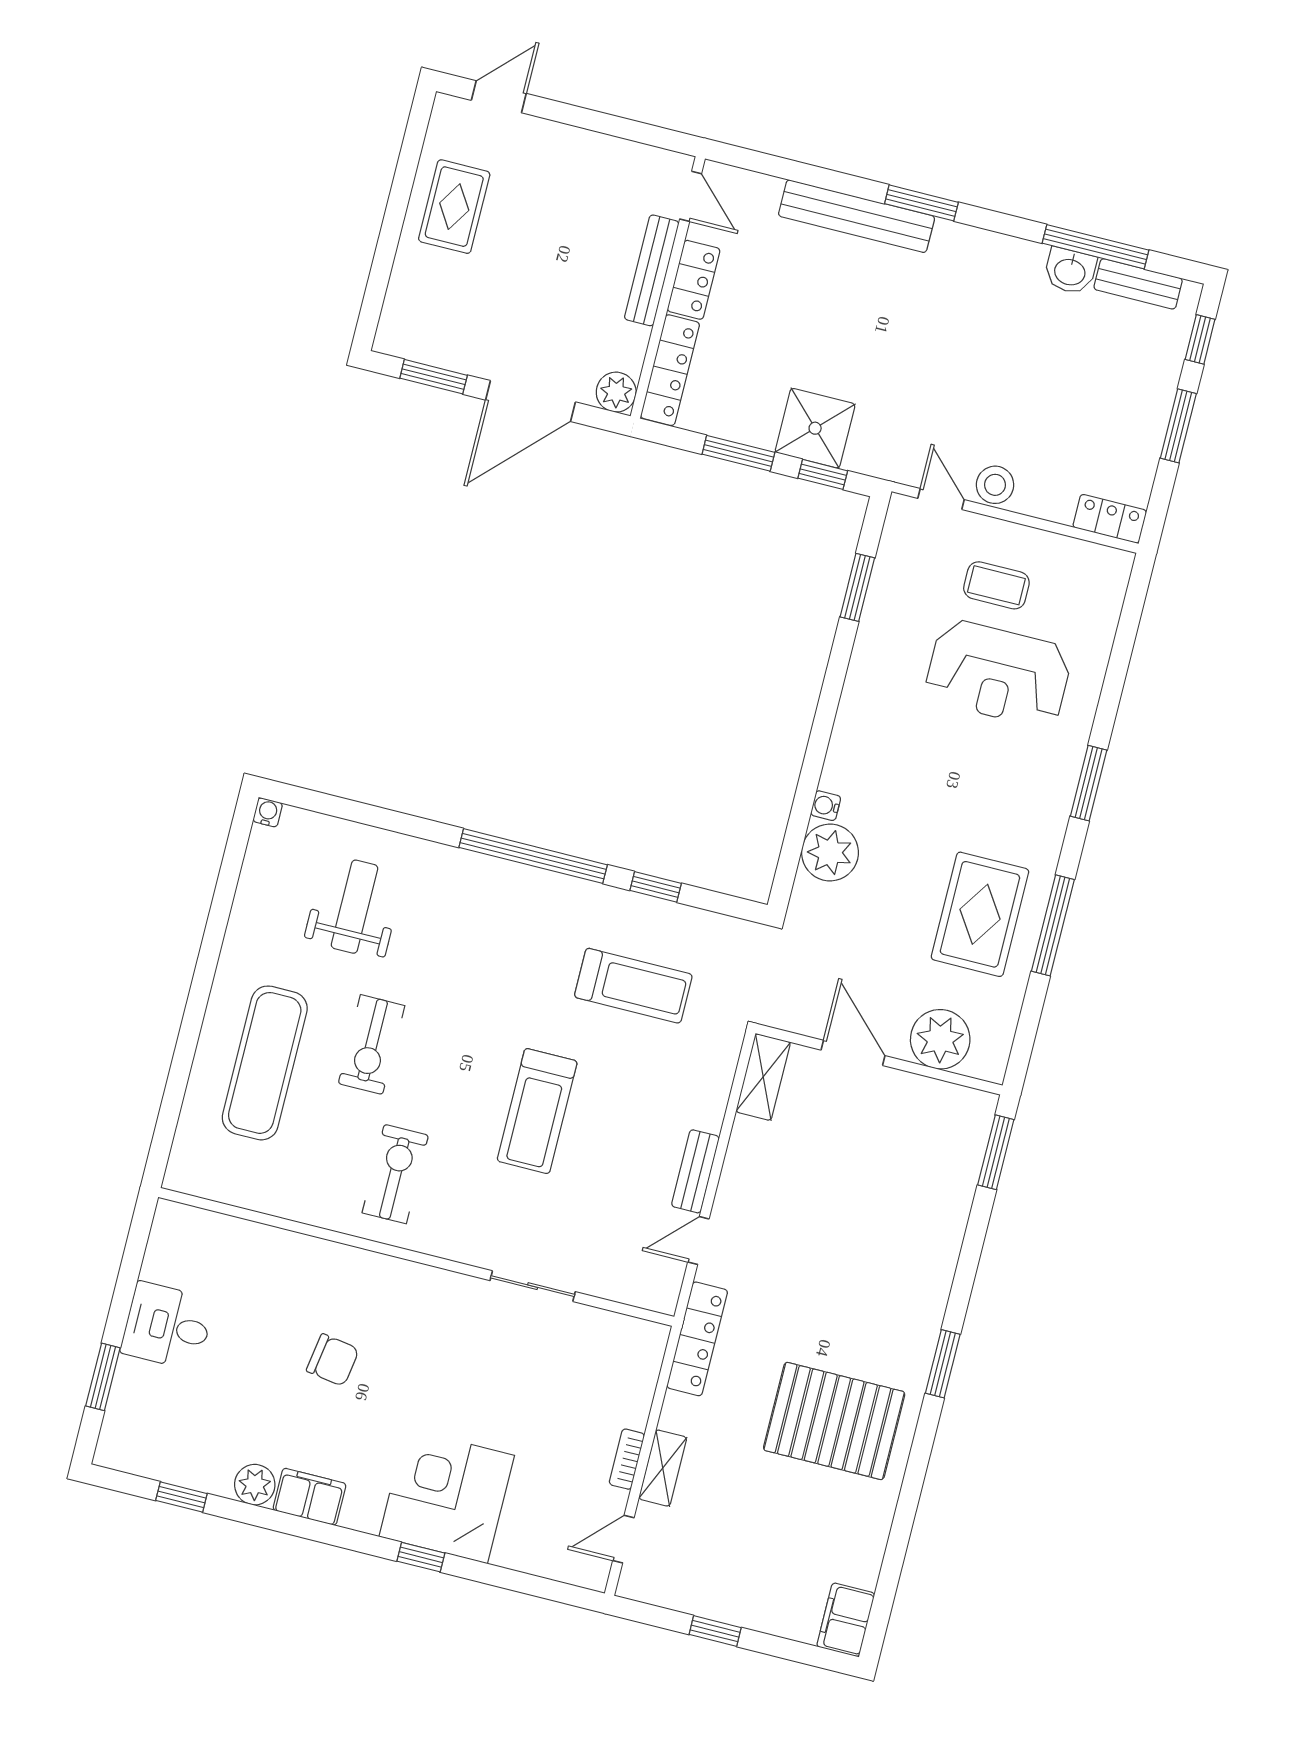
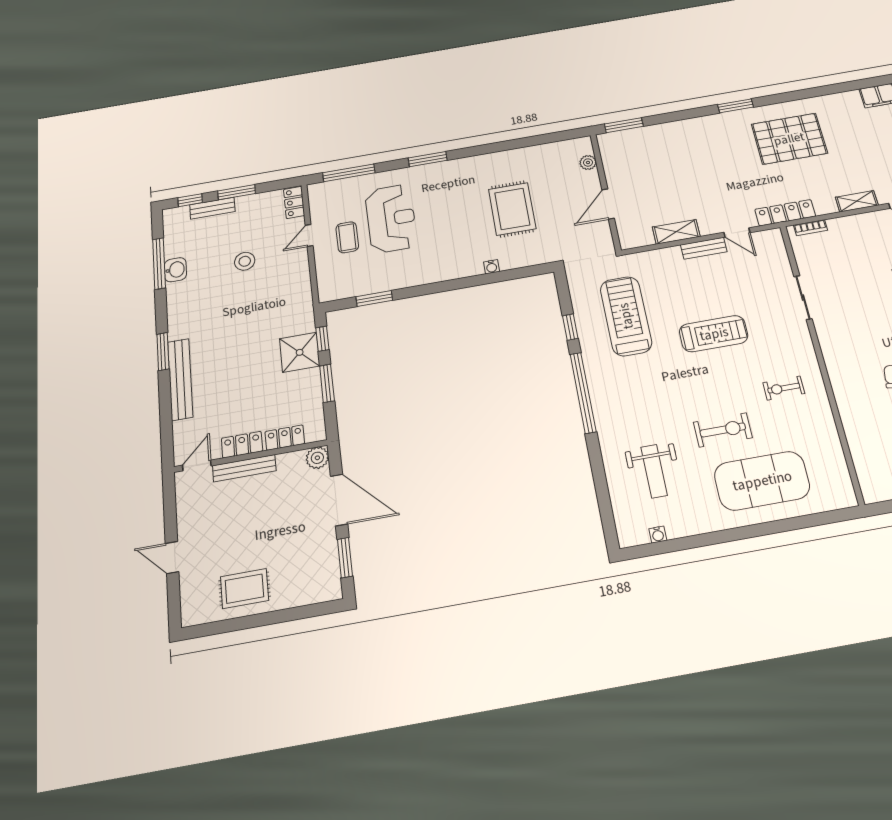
door: (499, 97) -> (172, 558), moved
bench: (1138, 284) -> (212, 208), moved, turned 90
locker: (670, 370) -> (285, 438), width x0.66
stool: (995, 485) -> (245, 261), moved
door: (941, 499) -> (309, 235), moved
water cooler: (268, 812) -> (658, 535), moved, turned -90
plant: (830, 852) -> (514, 255), removed
weight bench: (355, 907) -> (654, 471), turned -90
rug: (980, 914) -> (512, 209), moved, turned 90
window: (1053, 925) -> (349, 173), moved
treadmill: (633, 986) -> (626, 316), width x1.37, depth x1.38
plant: (940, 1039) -> (588, 163), width x0.53, depth x0.53
exercise mat: (265, 1063) -> (762, 481), width x1.47
shelving: (763, 1077) -> (676, 232), moved
exercise bike: (395, 1174) -> (784, 388), width x0.73, depth x0.72
pallet: (834, 1421) -> (789, 139), turned 90
bookcase: (627, 1459) -> (810, 228), moved

